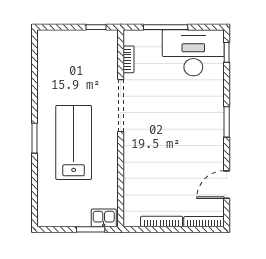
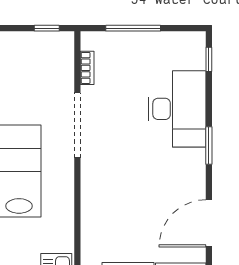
desk: (193, 53) -> (177, 109), moved, turned 90
door: (227, 185) -> (209, 223), width x1.36

